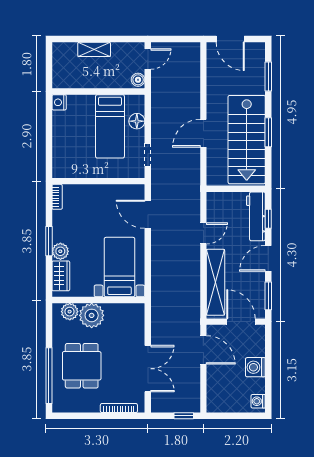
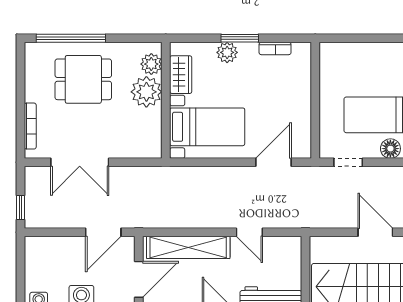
bookcase: (57, 197) -> (275, 48), moved
wardrobe: (61, 276) -> (181, 75), moved, turned -90

